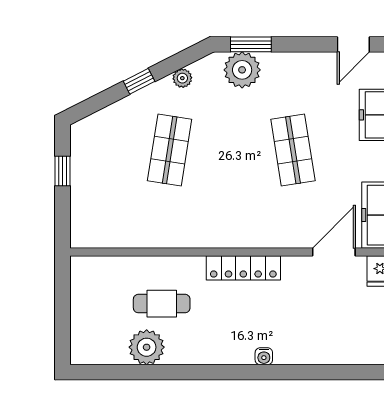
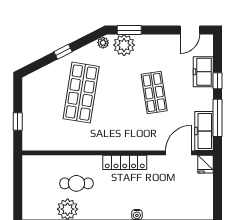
plant: (182, 78) -> (103, 43), moved
shop shelf: (170, 150) -> (81, 93), width x1.43, depth x1.36
window: (63, 171) -> (18, 122), moved

